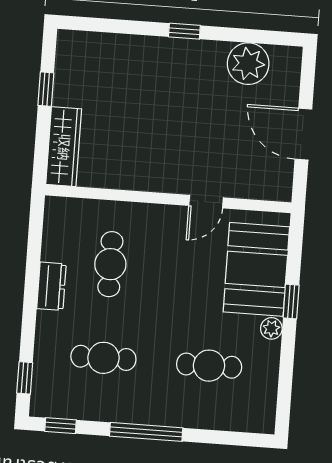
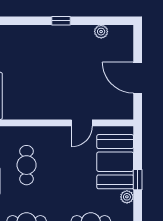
plant: (248, 64) -> (101, 32), width x0.53, depth x0.53

